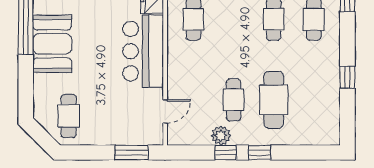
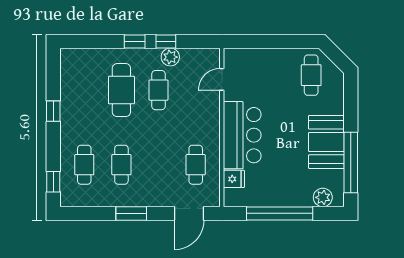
window: (131, 152) -> (253, 41), removed

